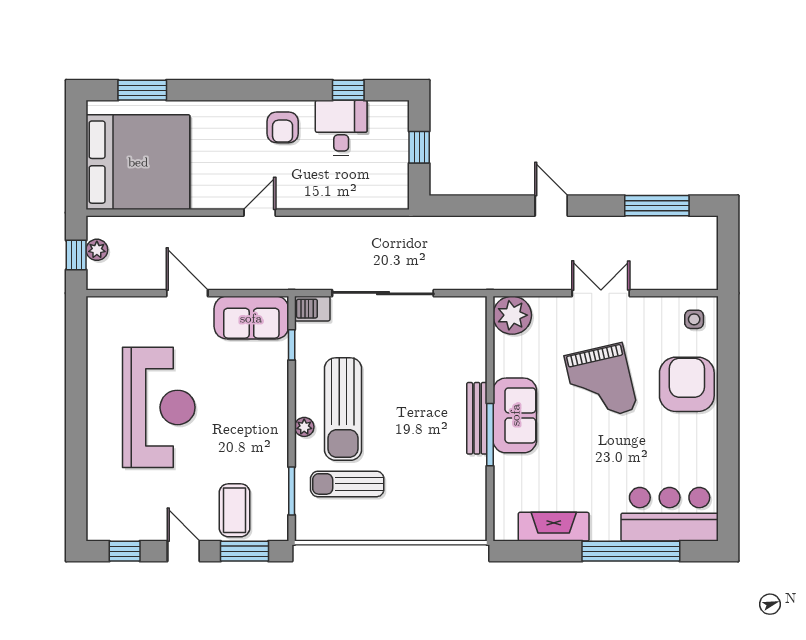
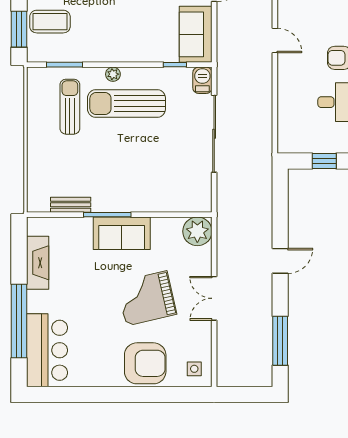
double door: (601, 293) -> (214, 298), swing flipped
bench: (477, 418) -> (71, 205), moved, width x0.73

